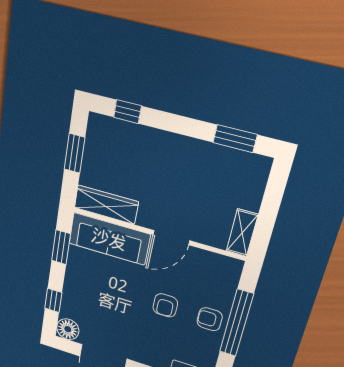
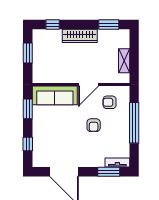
wardrobe: (106, 205) -> (80, 36), moved, turned 180
shelving: (242, 233) -> (124, 61), moved
armchair: (210, 319) -> (110, 102), moved
floor lamp: (68, 329) -> (39, 160), removed

